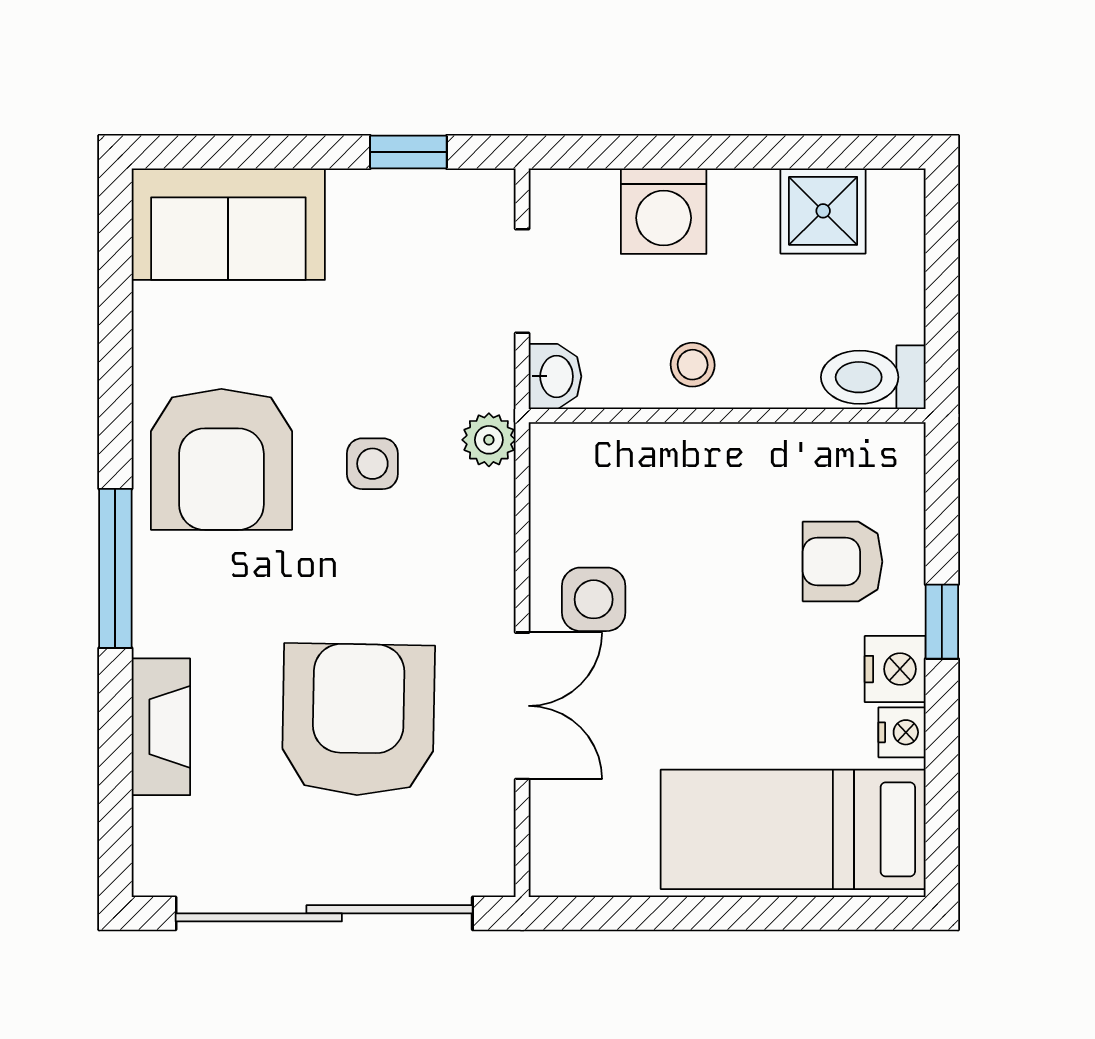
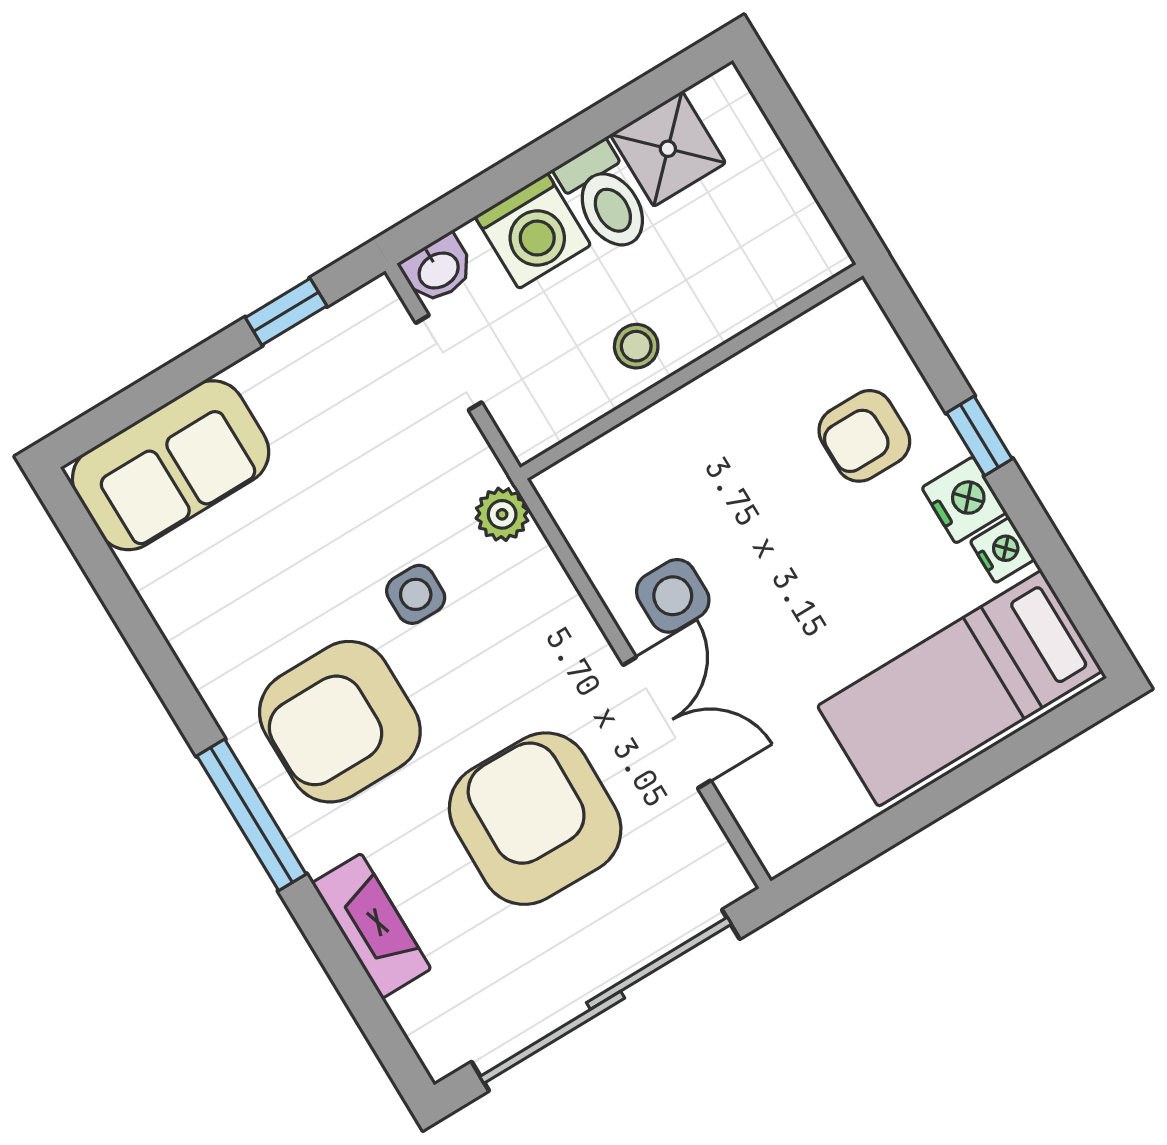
washbasin: (555, 376) -> (438, 269), moved, turned 90
toilet: (873, 377) -> (605, 198), moved, turned -90
armchair: (221, 459) -> (340, 722), moved, turned 90

